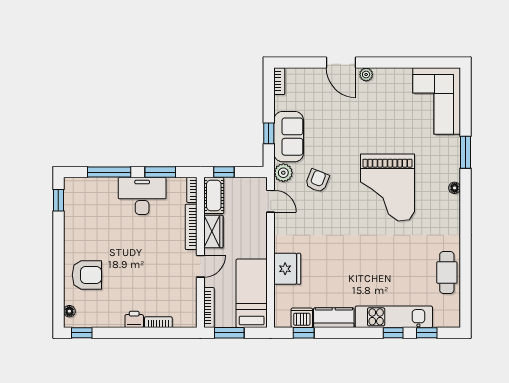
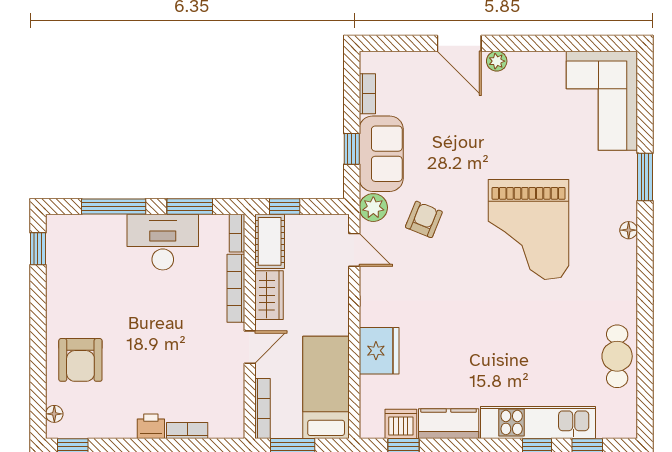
bookcase: (279, 81) -> (367, 94), moved
armchair: (87, 275) -> (80, 360), turned 90

